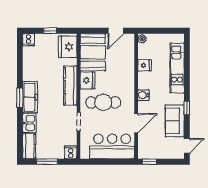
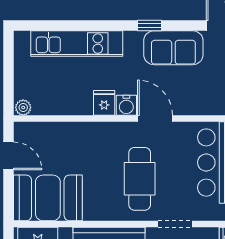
fridge: (145, 65) -> (104, 103), moved
fridge: (88, 80) -> (99, 207), removed
door: (136, 123) -> (155, 119), moved

